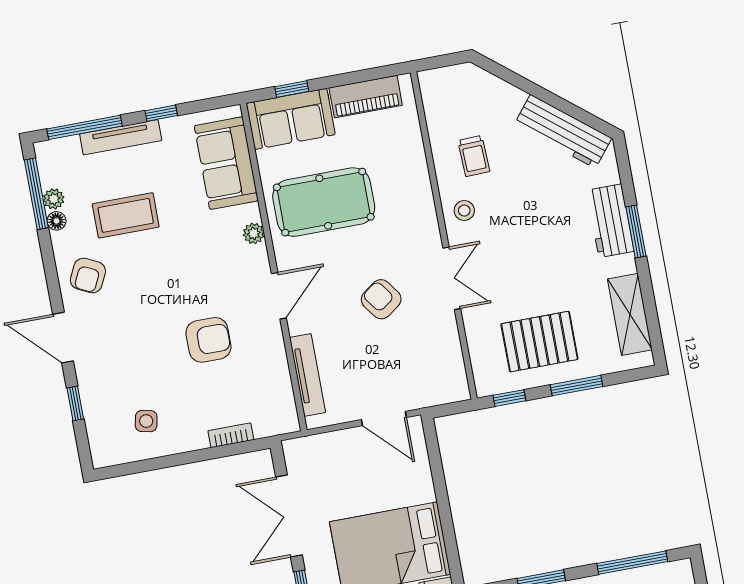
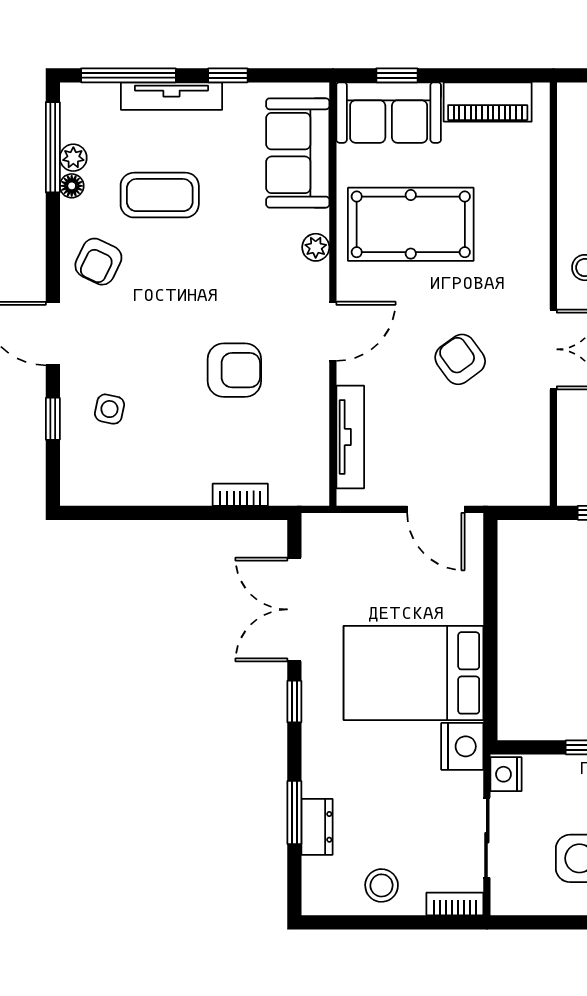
side table: (146, 421) -> (109, 409), moved

